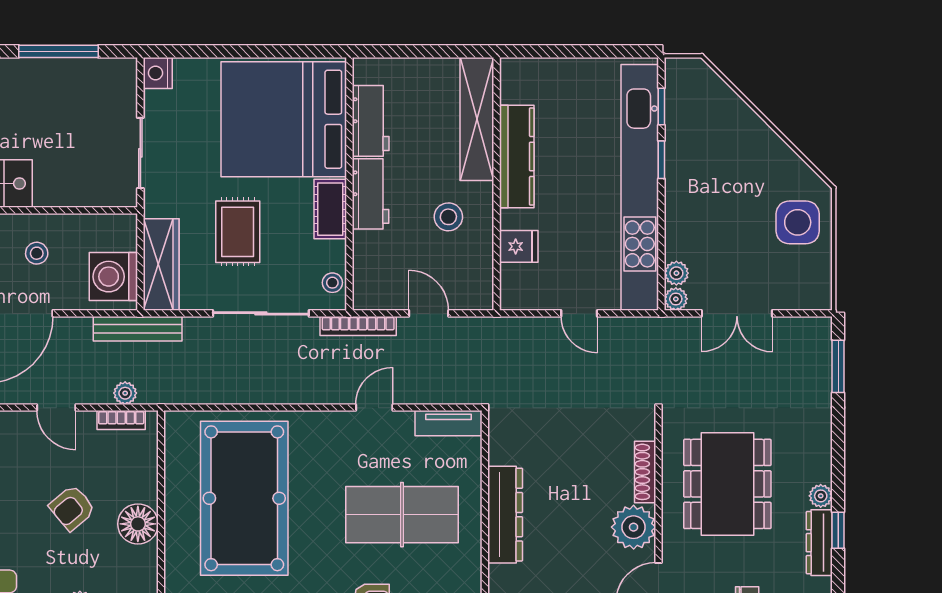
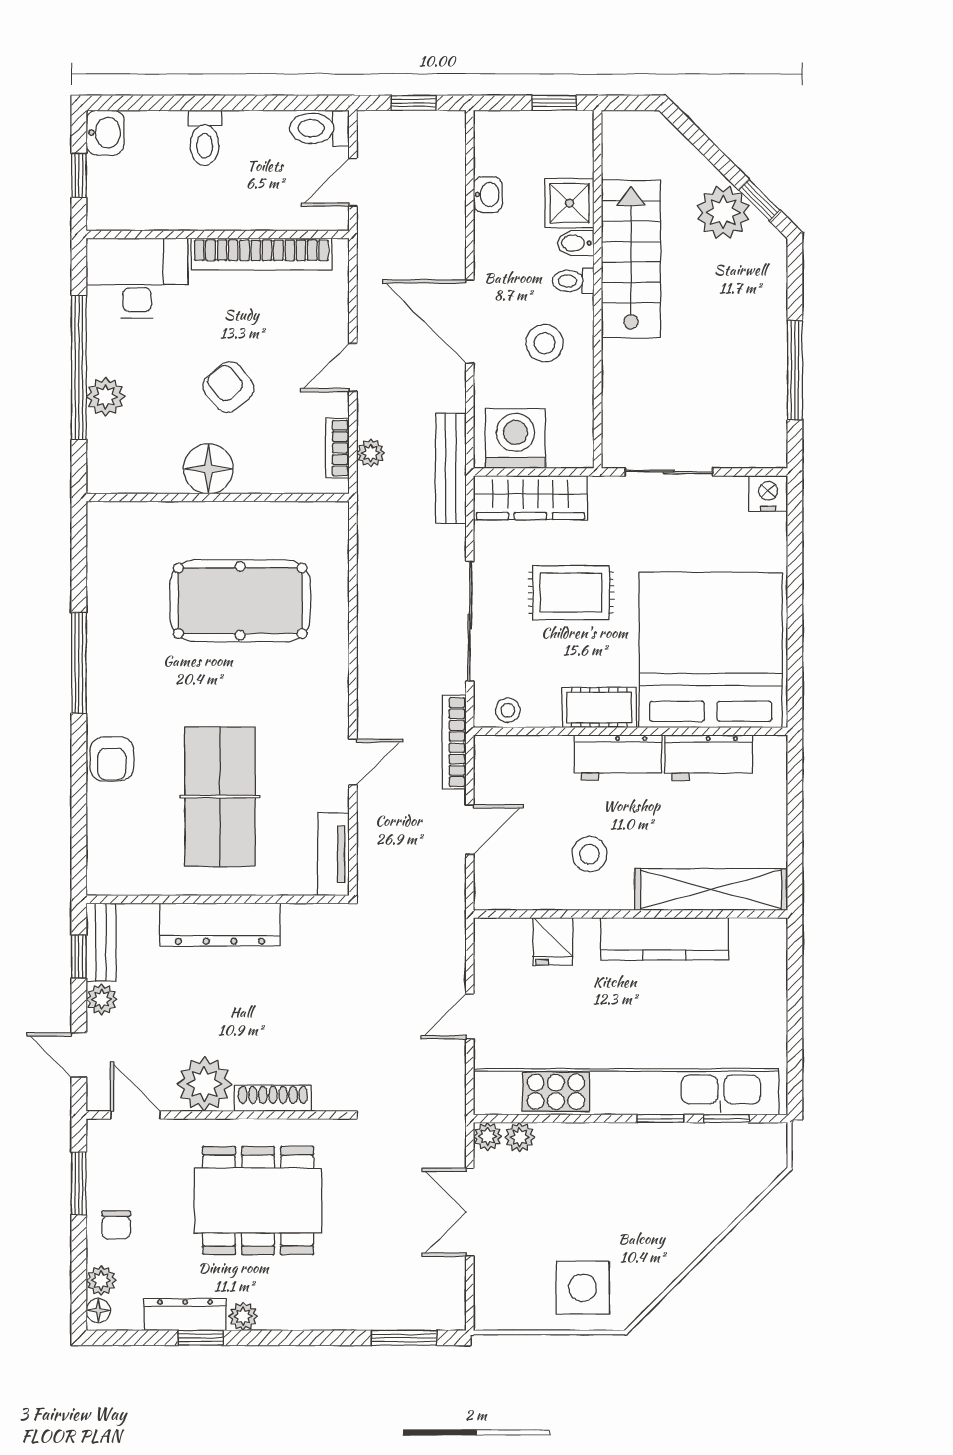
stool: (37, 253) -> (544, 343), width x1.37, depth x1.37
door: (374, 408) -> (353, 762), hinge flipped
pool table: (244, 498) -> (240, 601), width x0.73, depth x0.76

